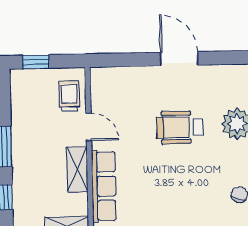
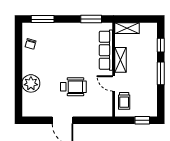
wheelchair: (180, 127) -> (73, 87), moved

